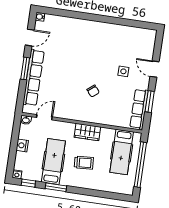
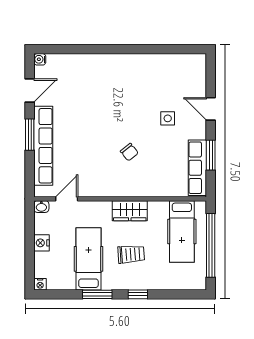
window: (28, 183) -> (138, 294), moved

